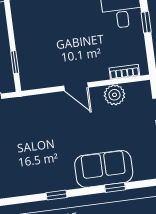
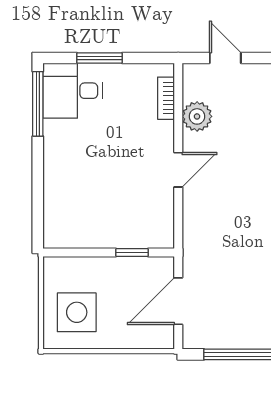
window: (146, 22) -> (100, 58), width x1.50

